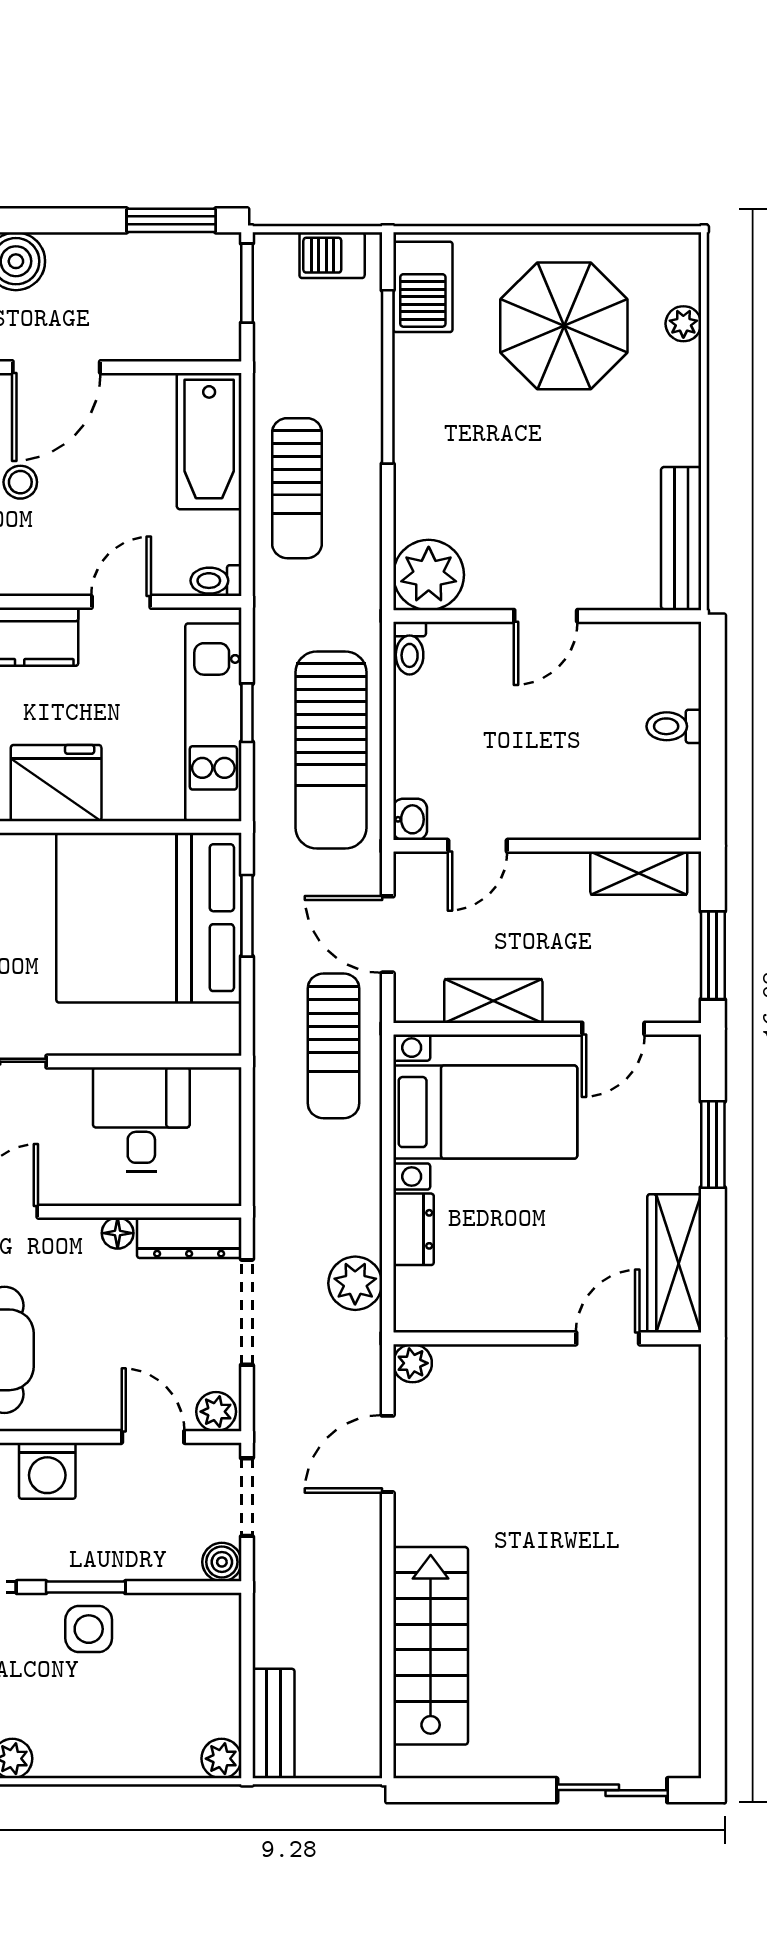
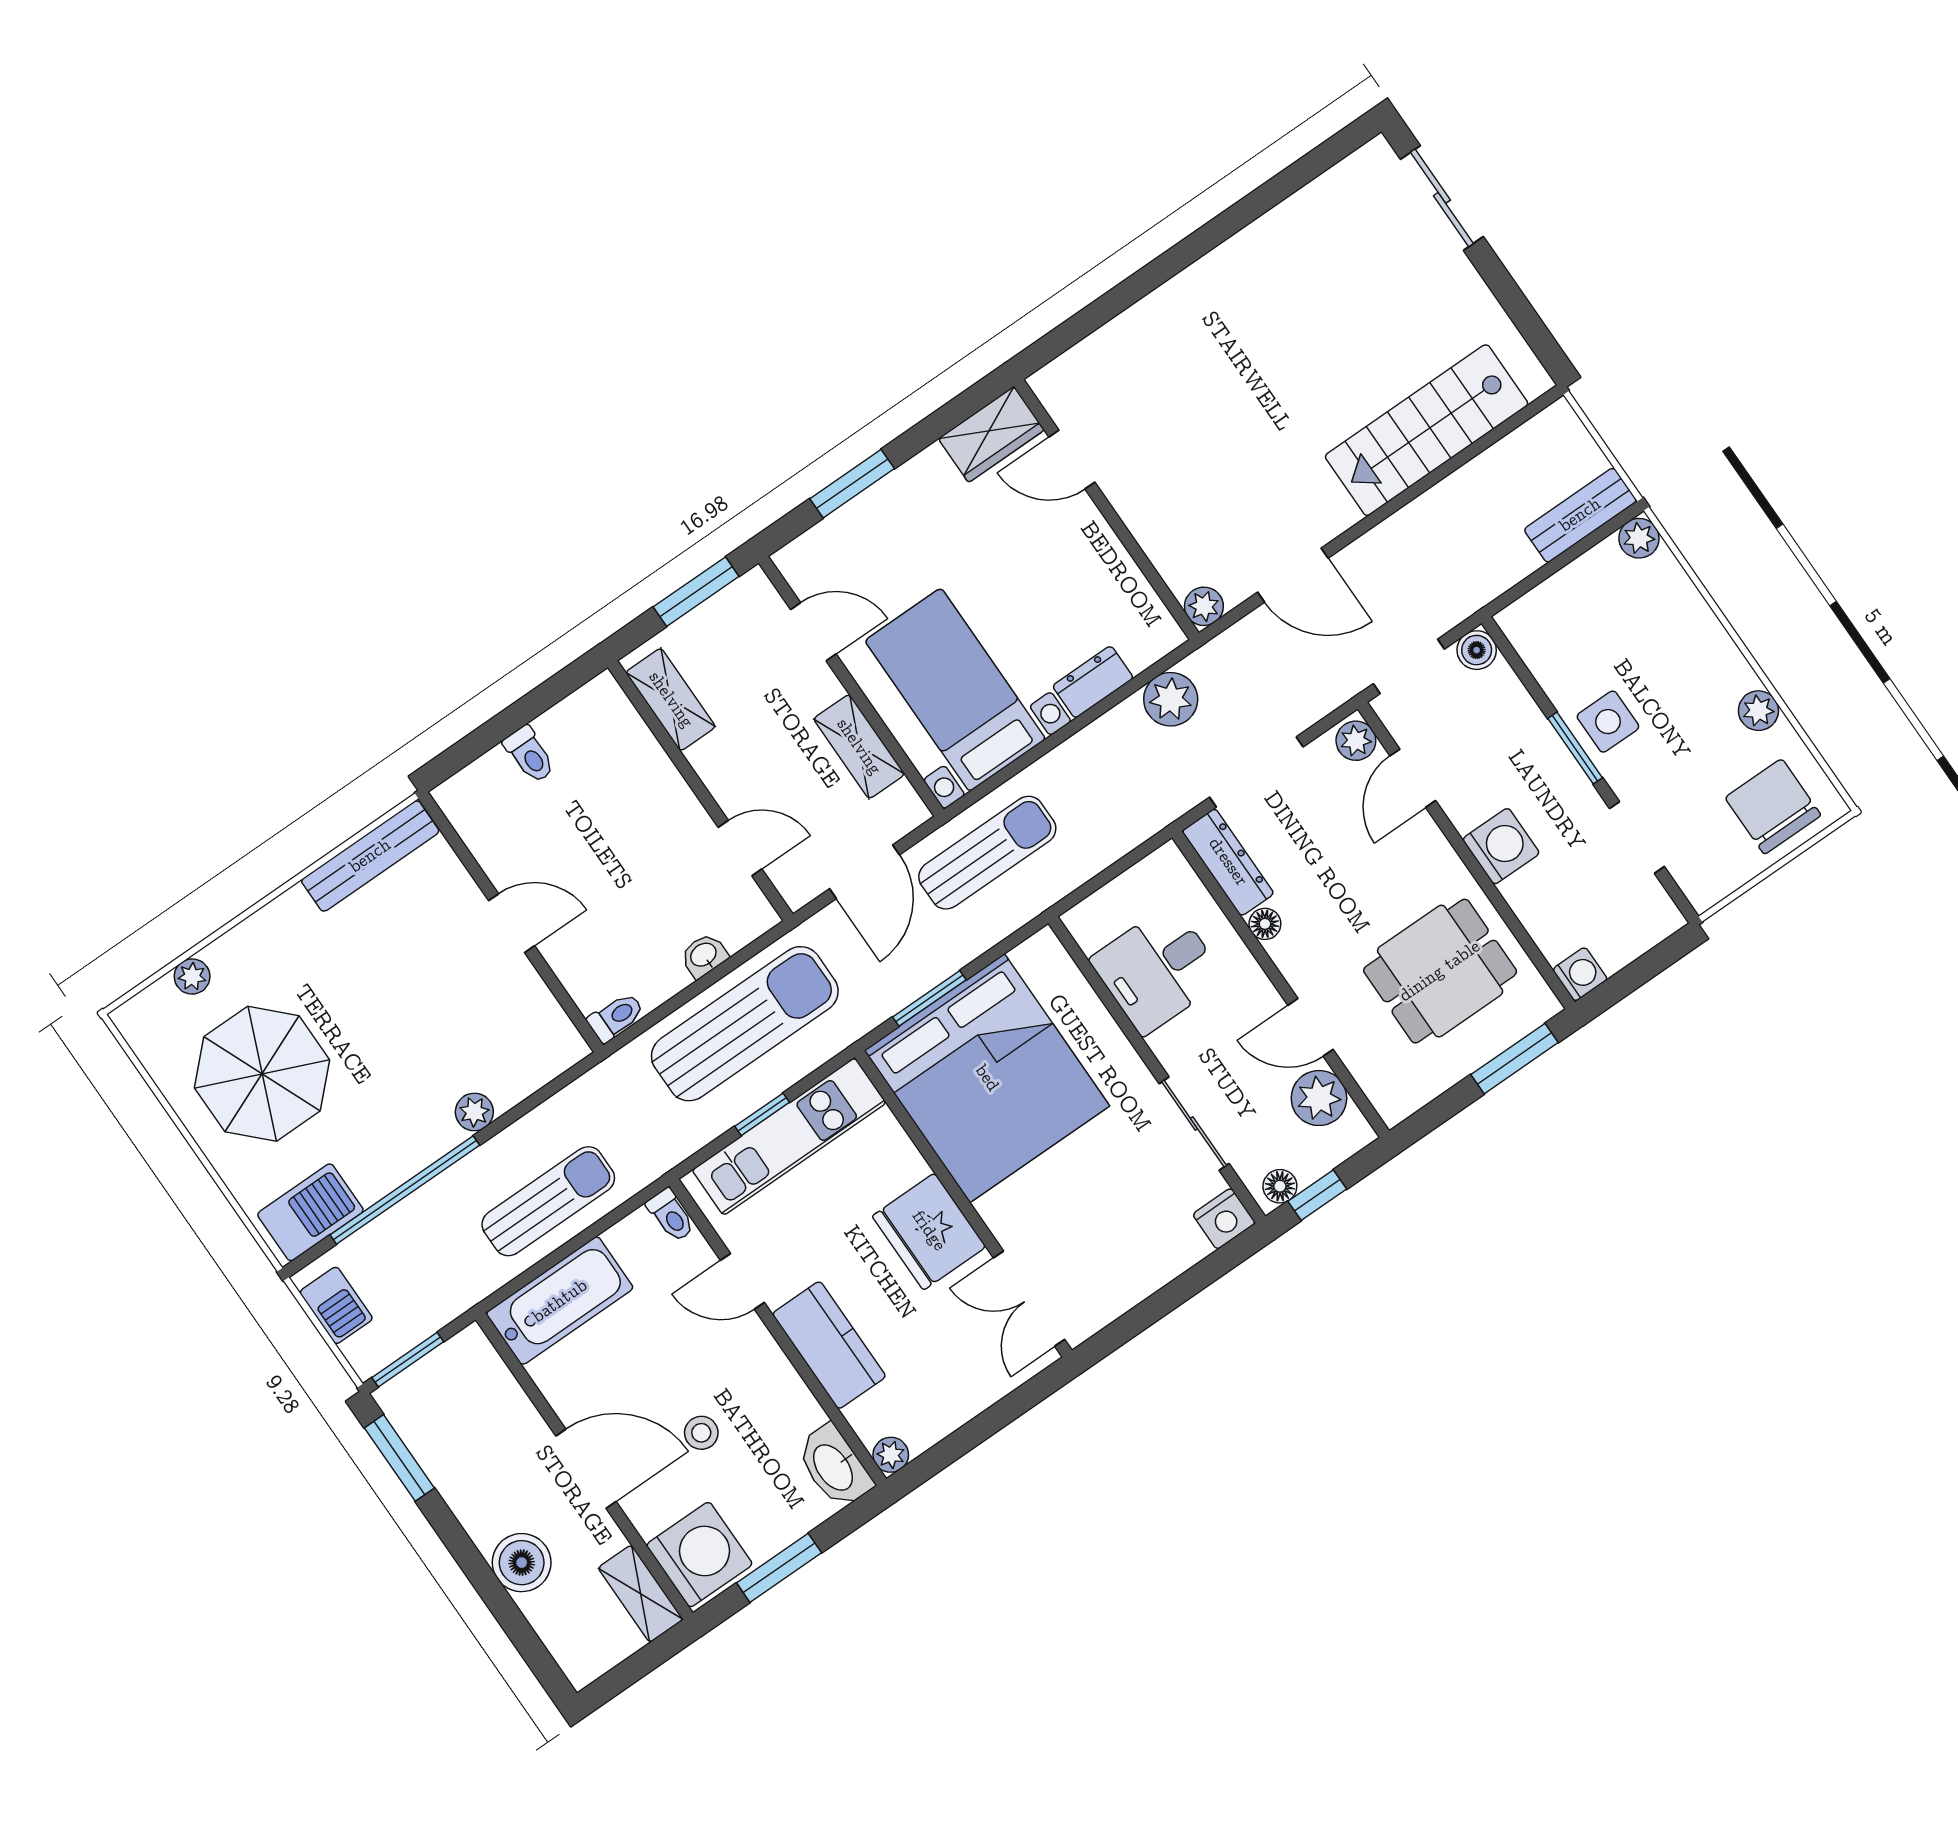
plant: (429, 575) -> (474, 1112), moved, width x0.53, depth x0.53
washbasin: (410, 819) -> (704, 955), moved
wardrobe: (674, 1263) -> (991, 434), width x0.67

